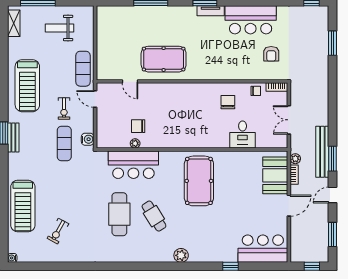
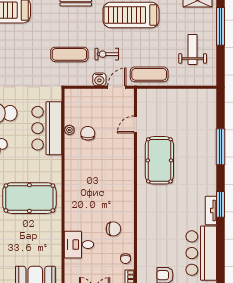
water cooler: (88, 139) -> (99, 79), moved

